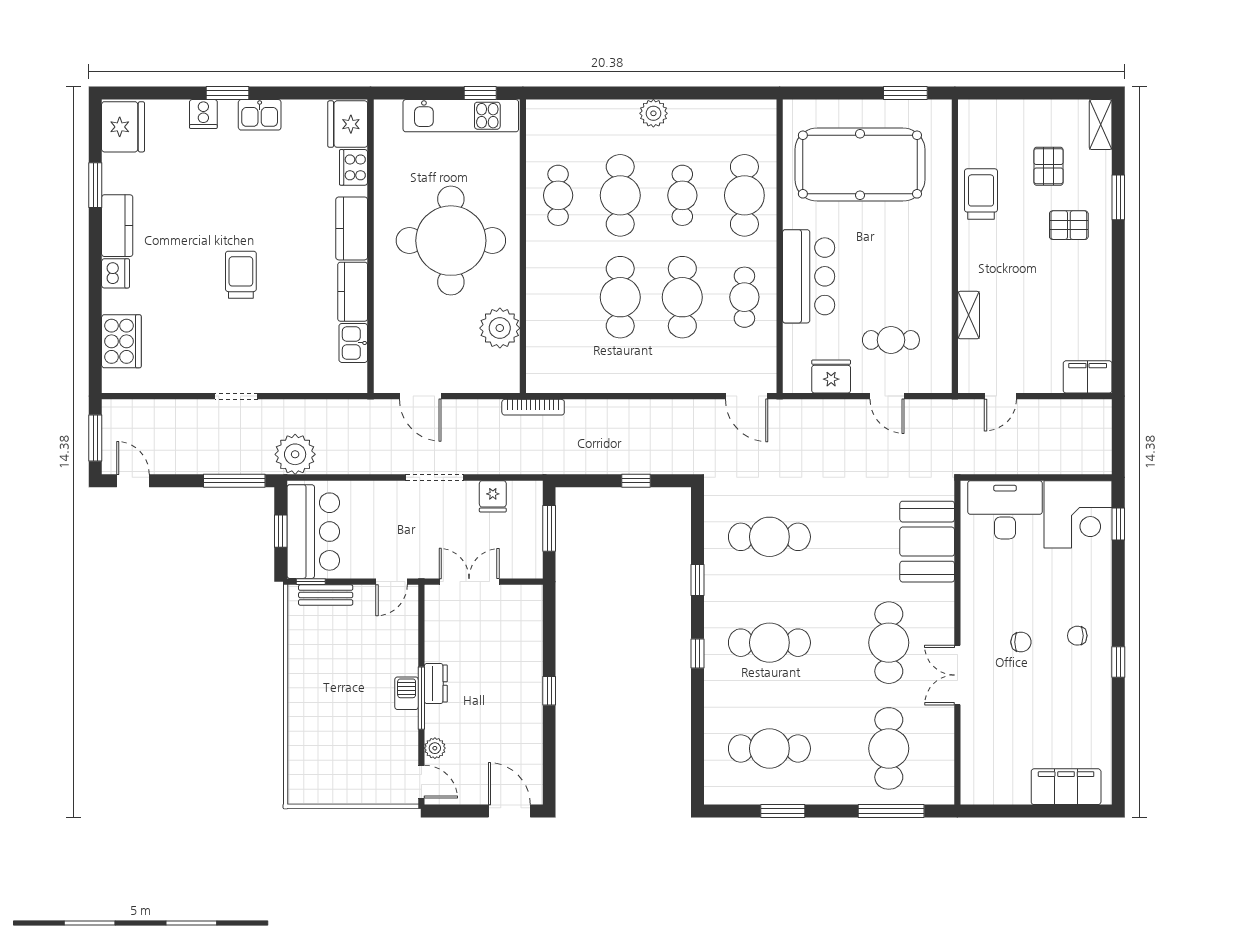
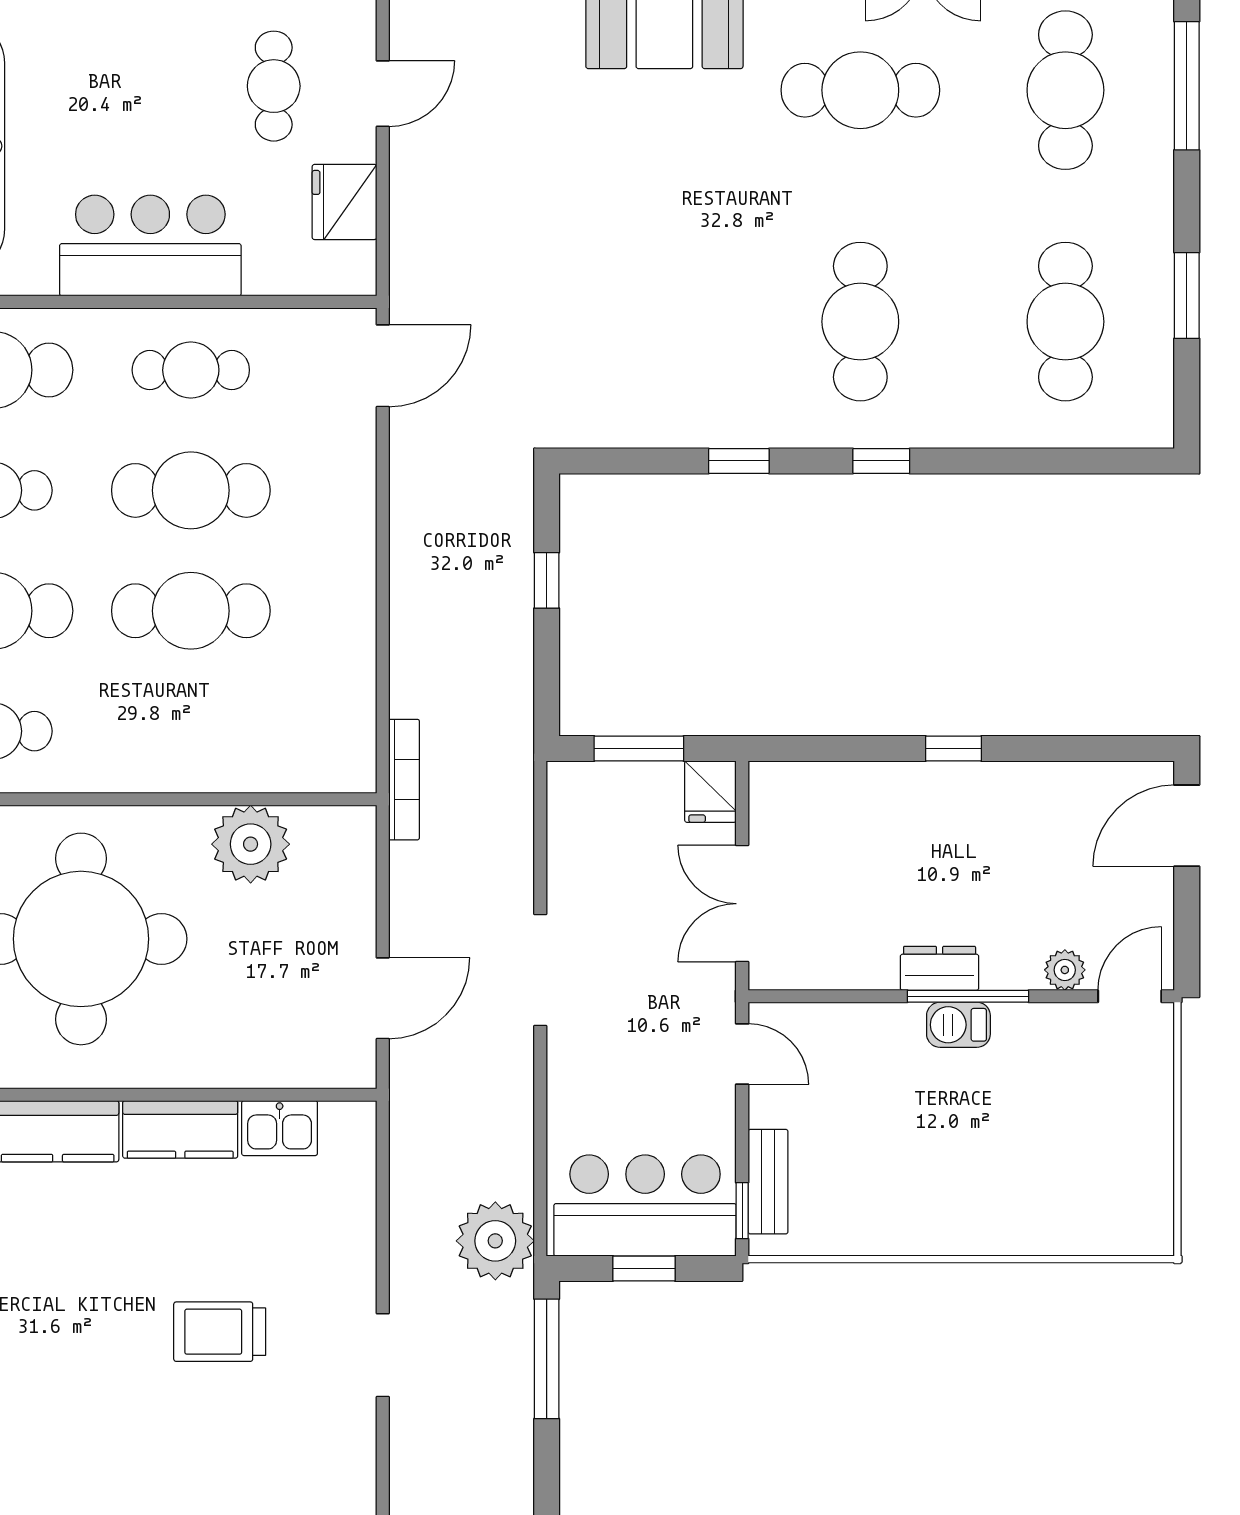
trolley: (241, 275) -> (220, 1332), moved
fridge: (493, 496) -> (710, 792), moved, turned 90
cafe table: (769, 537) -> (655, 322), removed
cafe table: (889, 748) -> (1065, 90), turned 90

